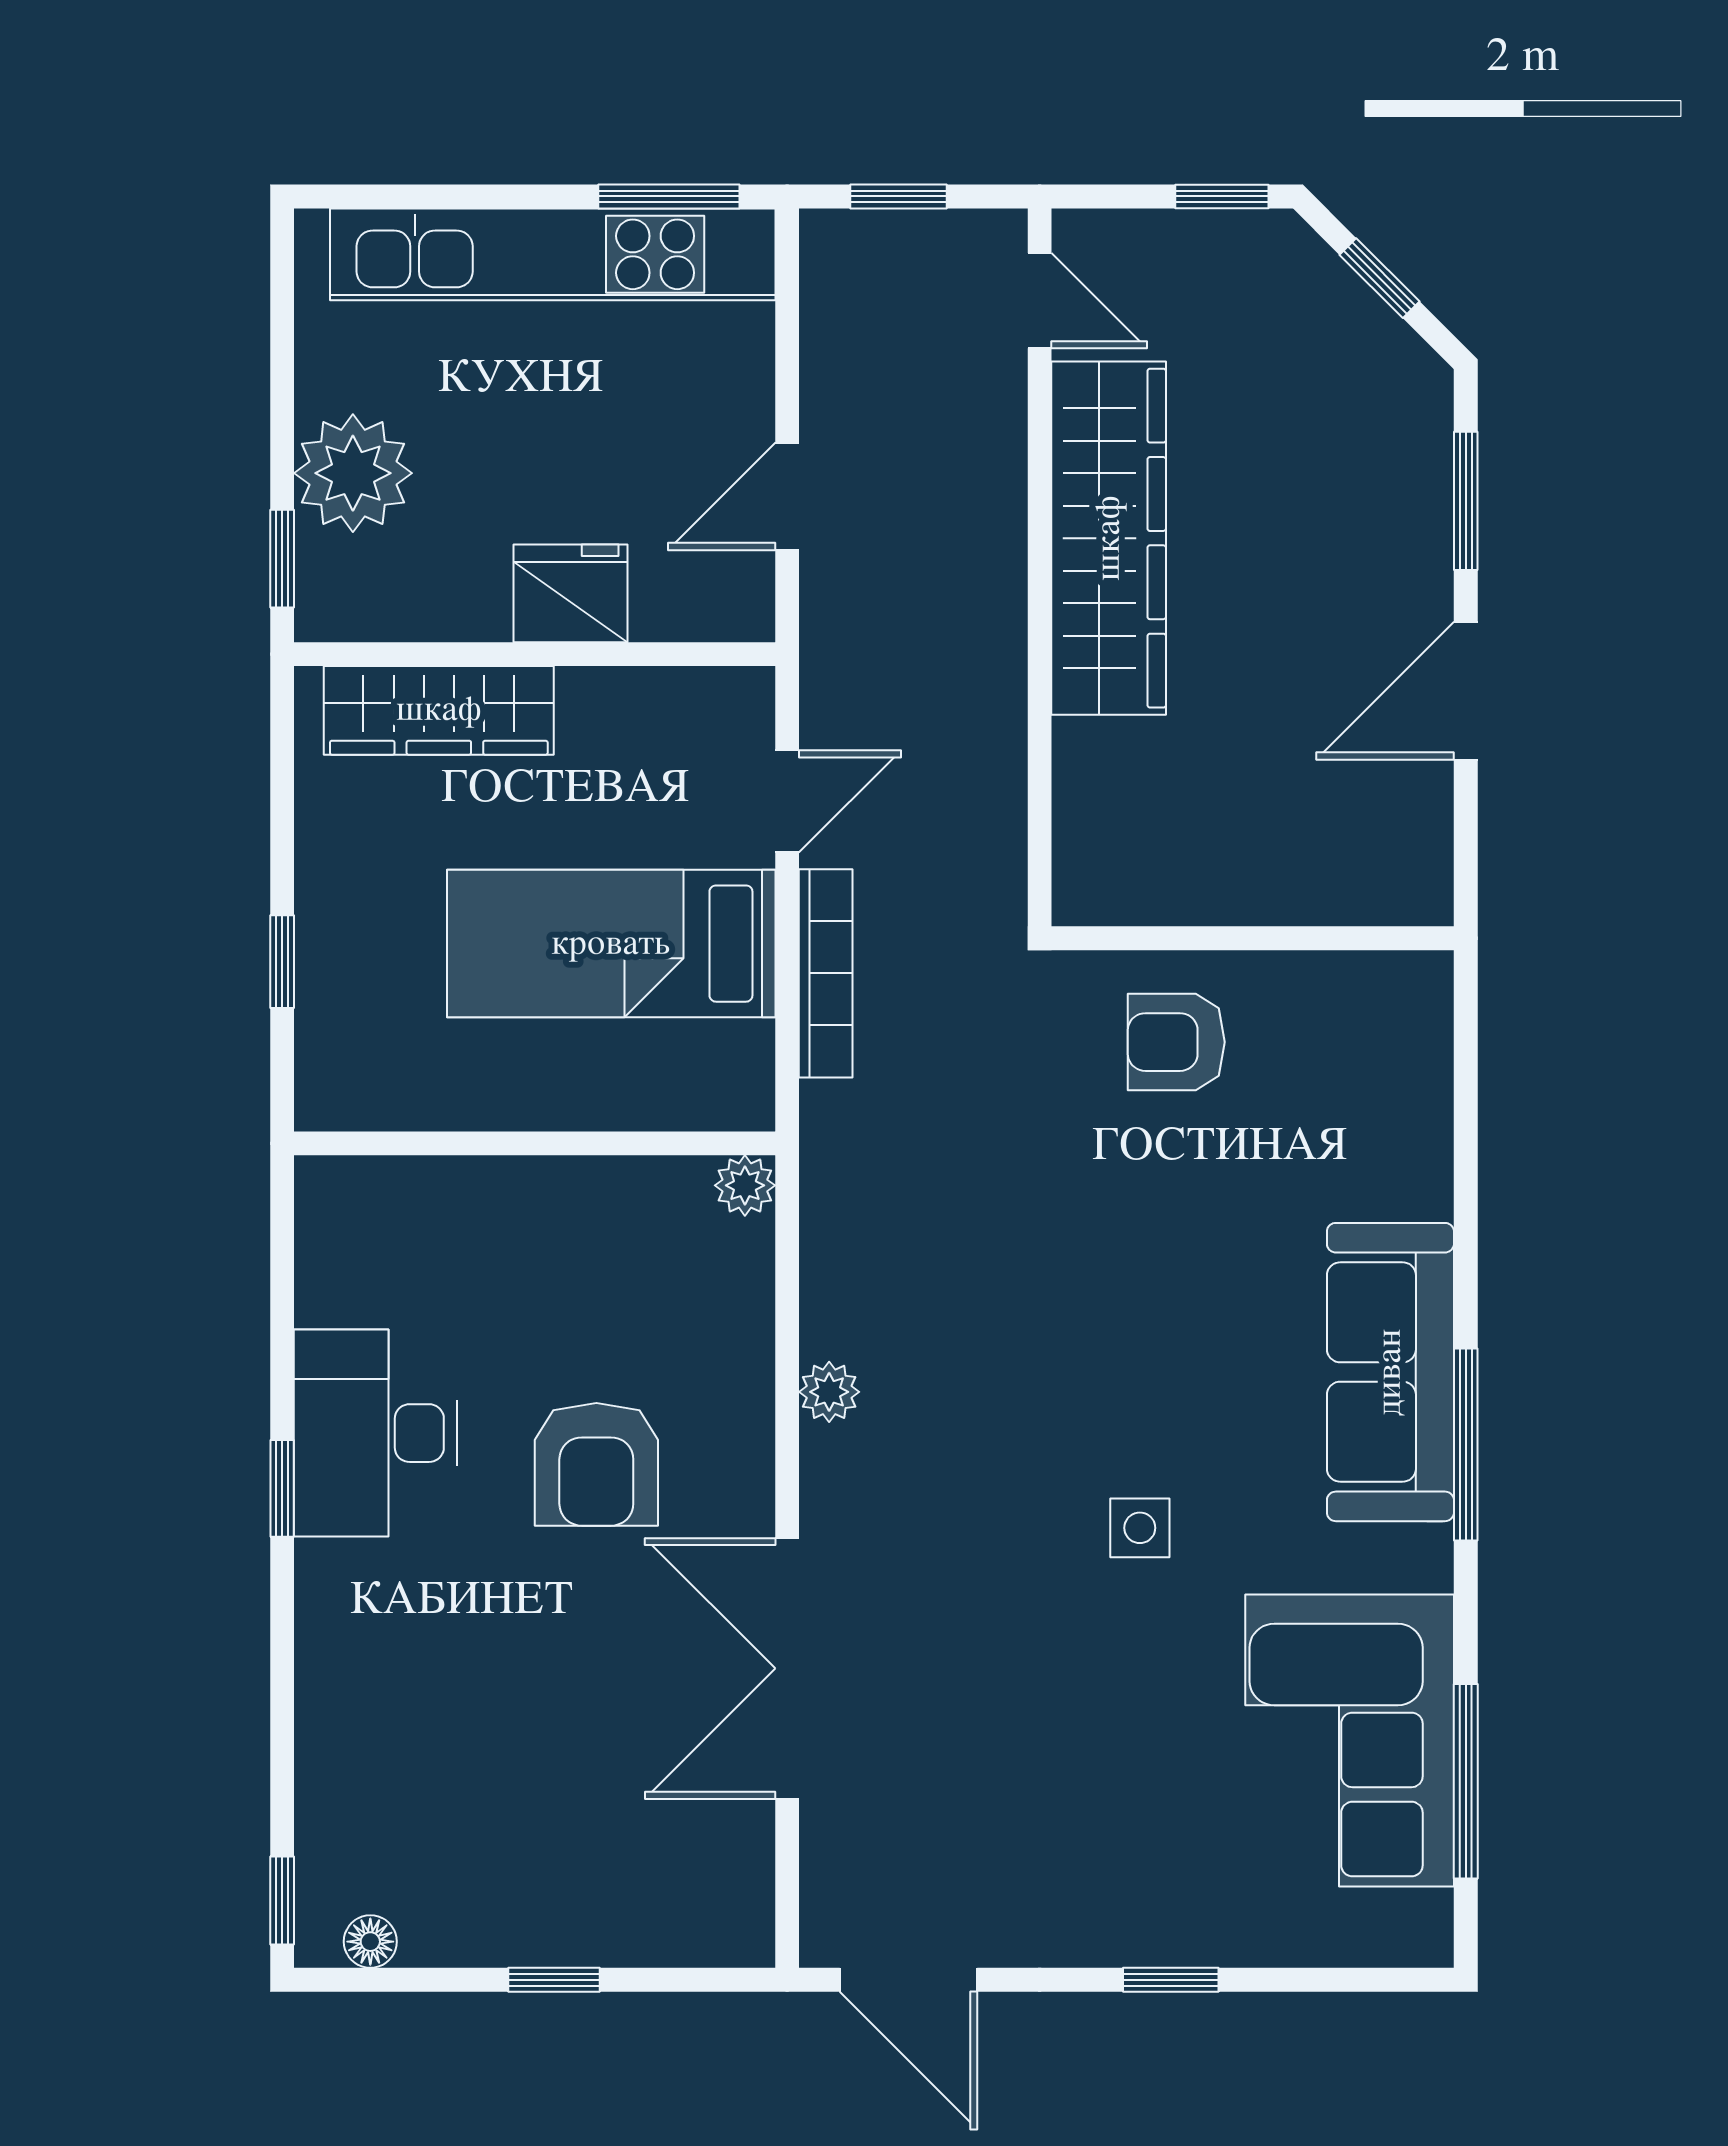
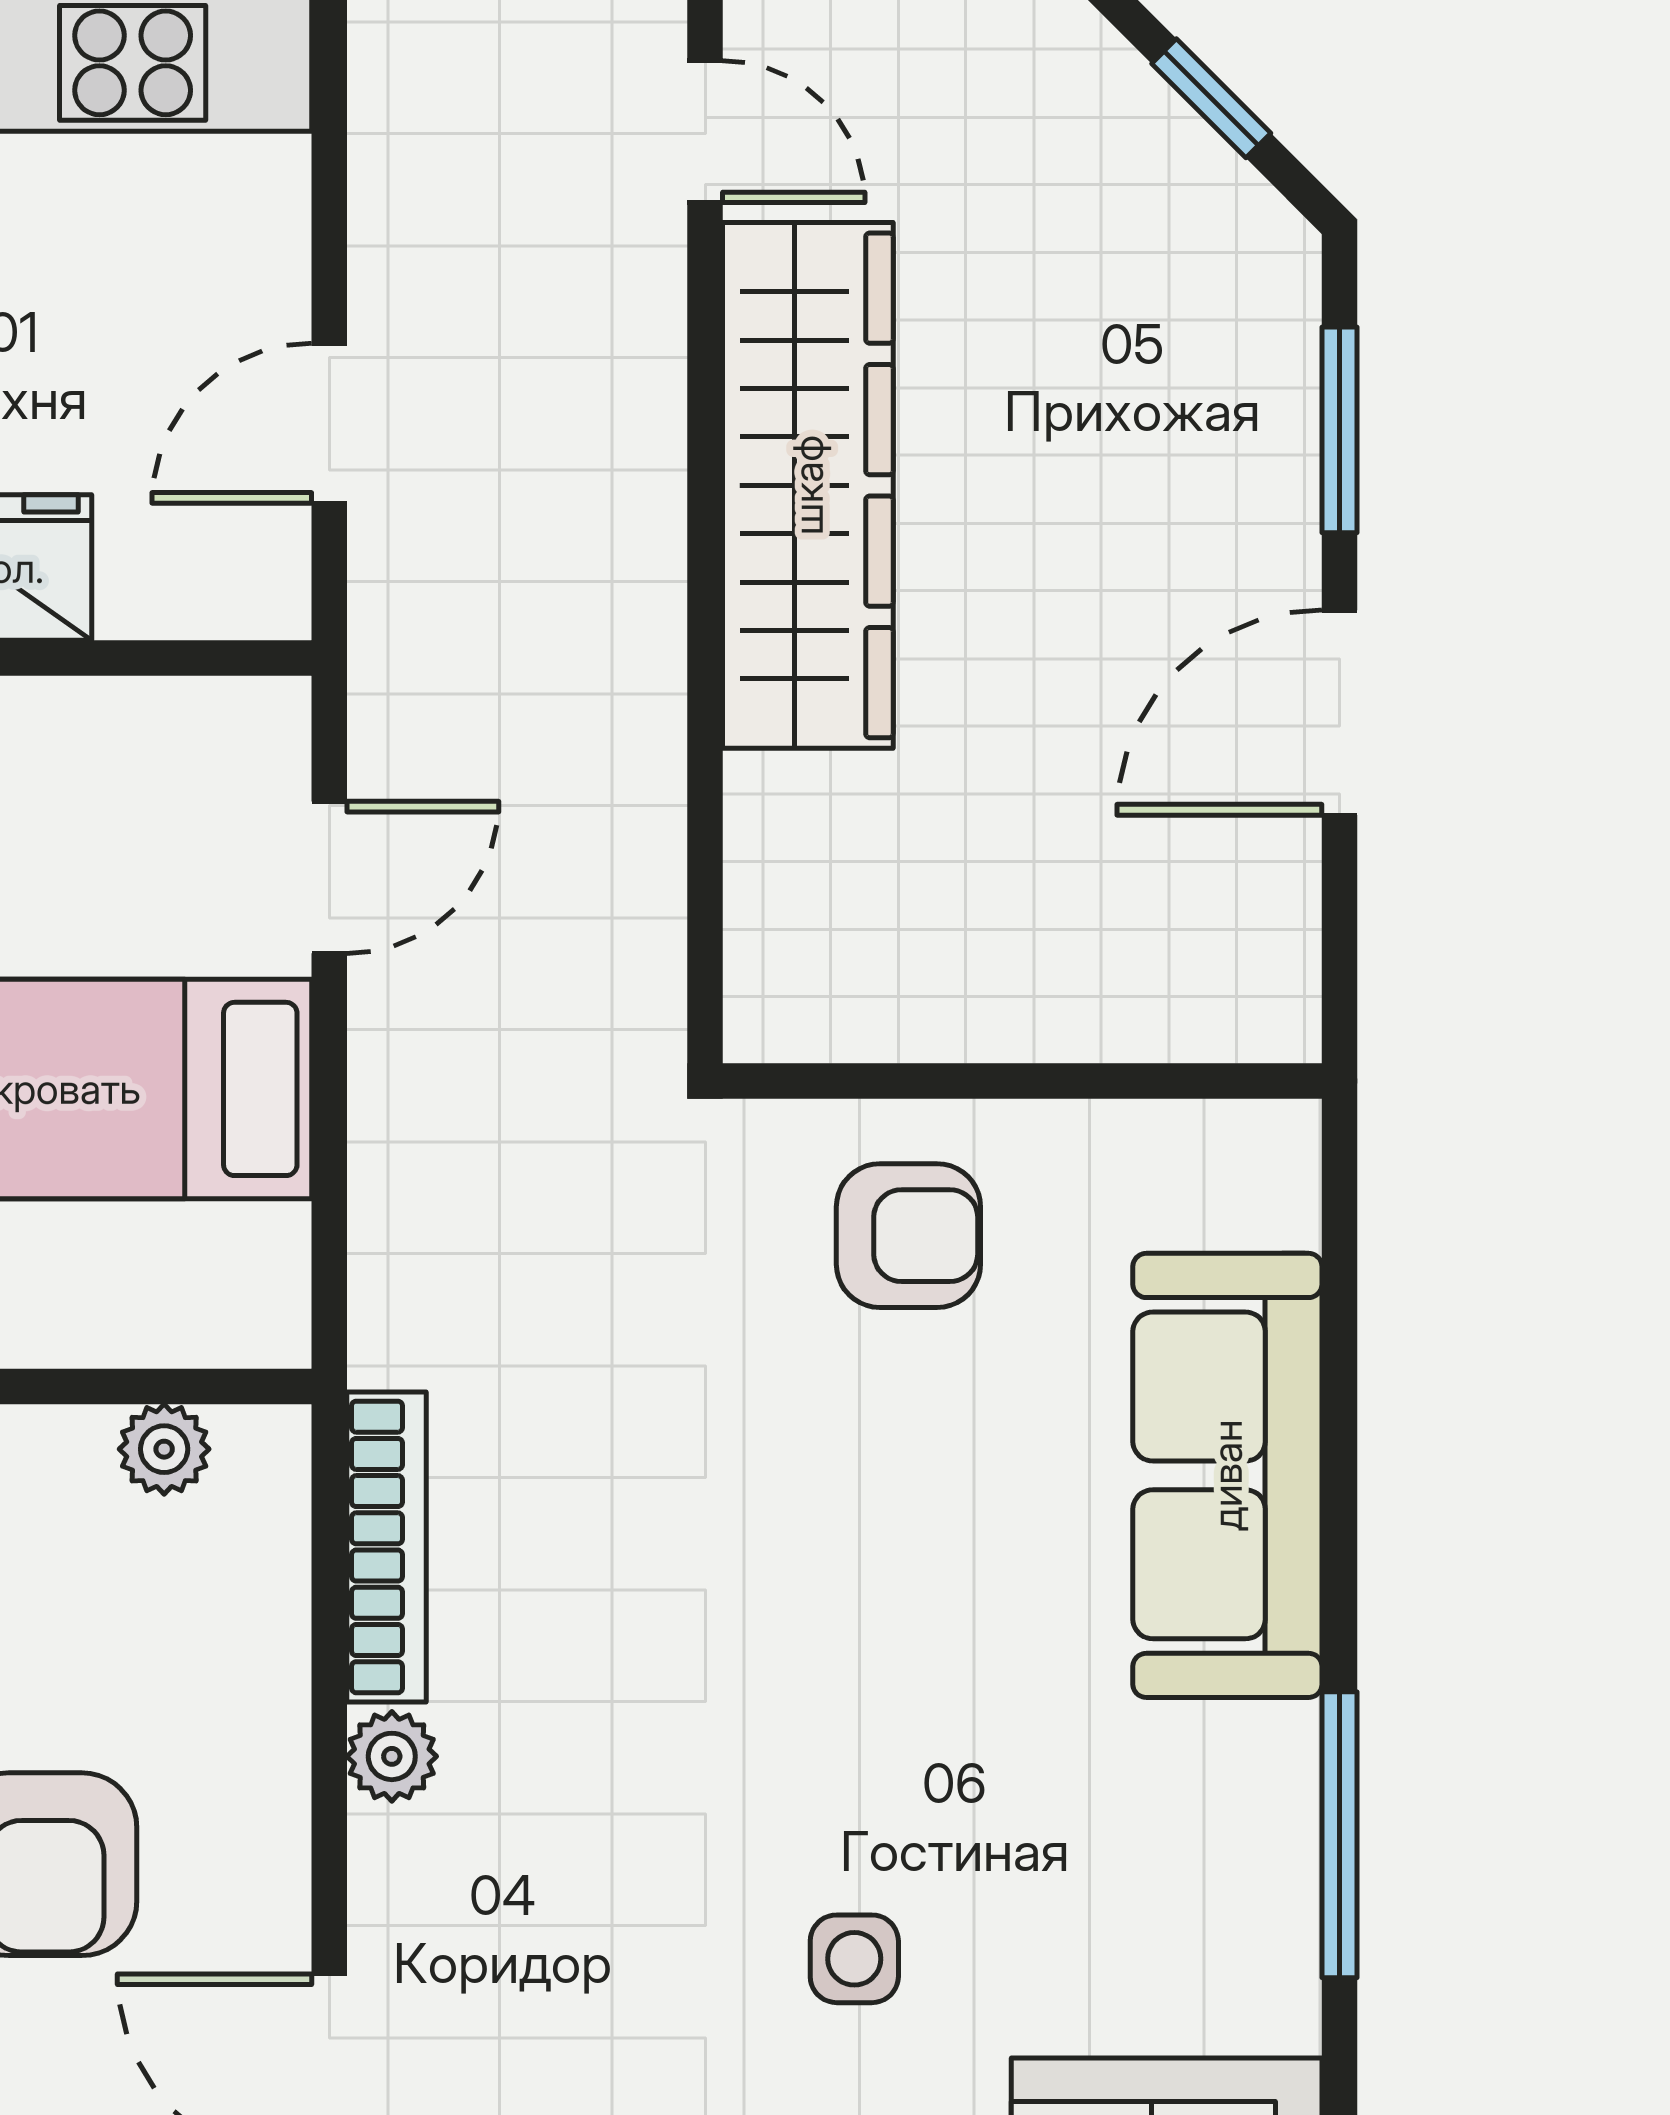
bookcase: (826, 973) -> (387, 1547), moved
armchair: (1176, 1042) -> (908, 1236), turned 180
plant: (745, 1185) -> (164, 1449), moved
sofa: (1390, 1372) -> (1227, 1475), moved

